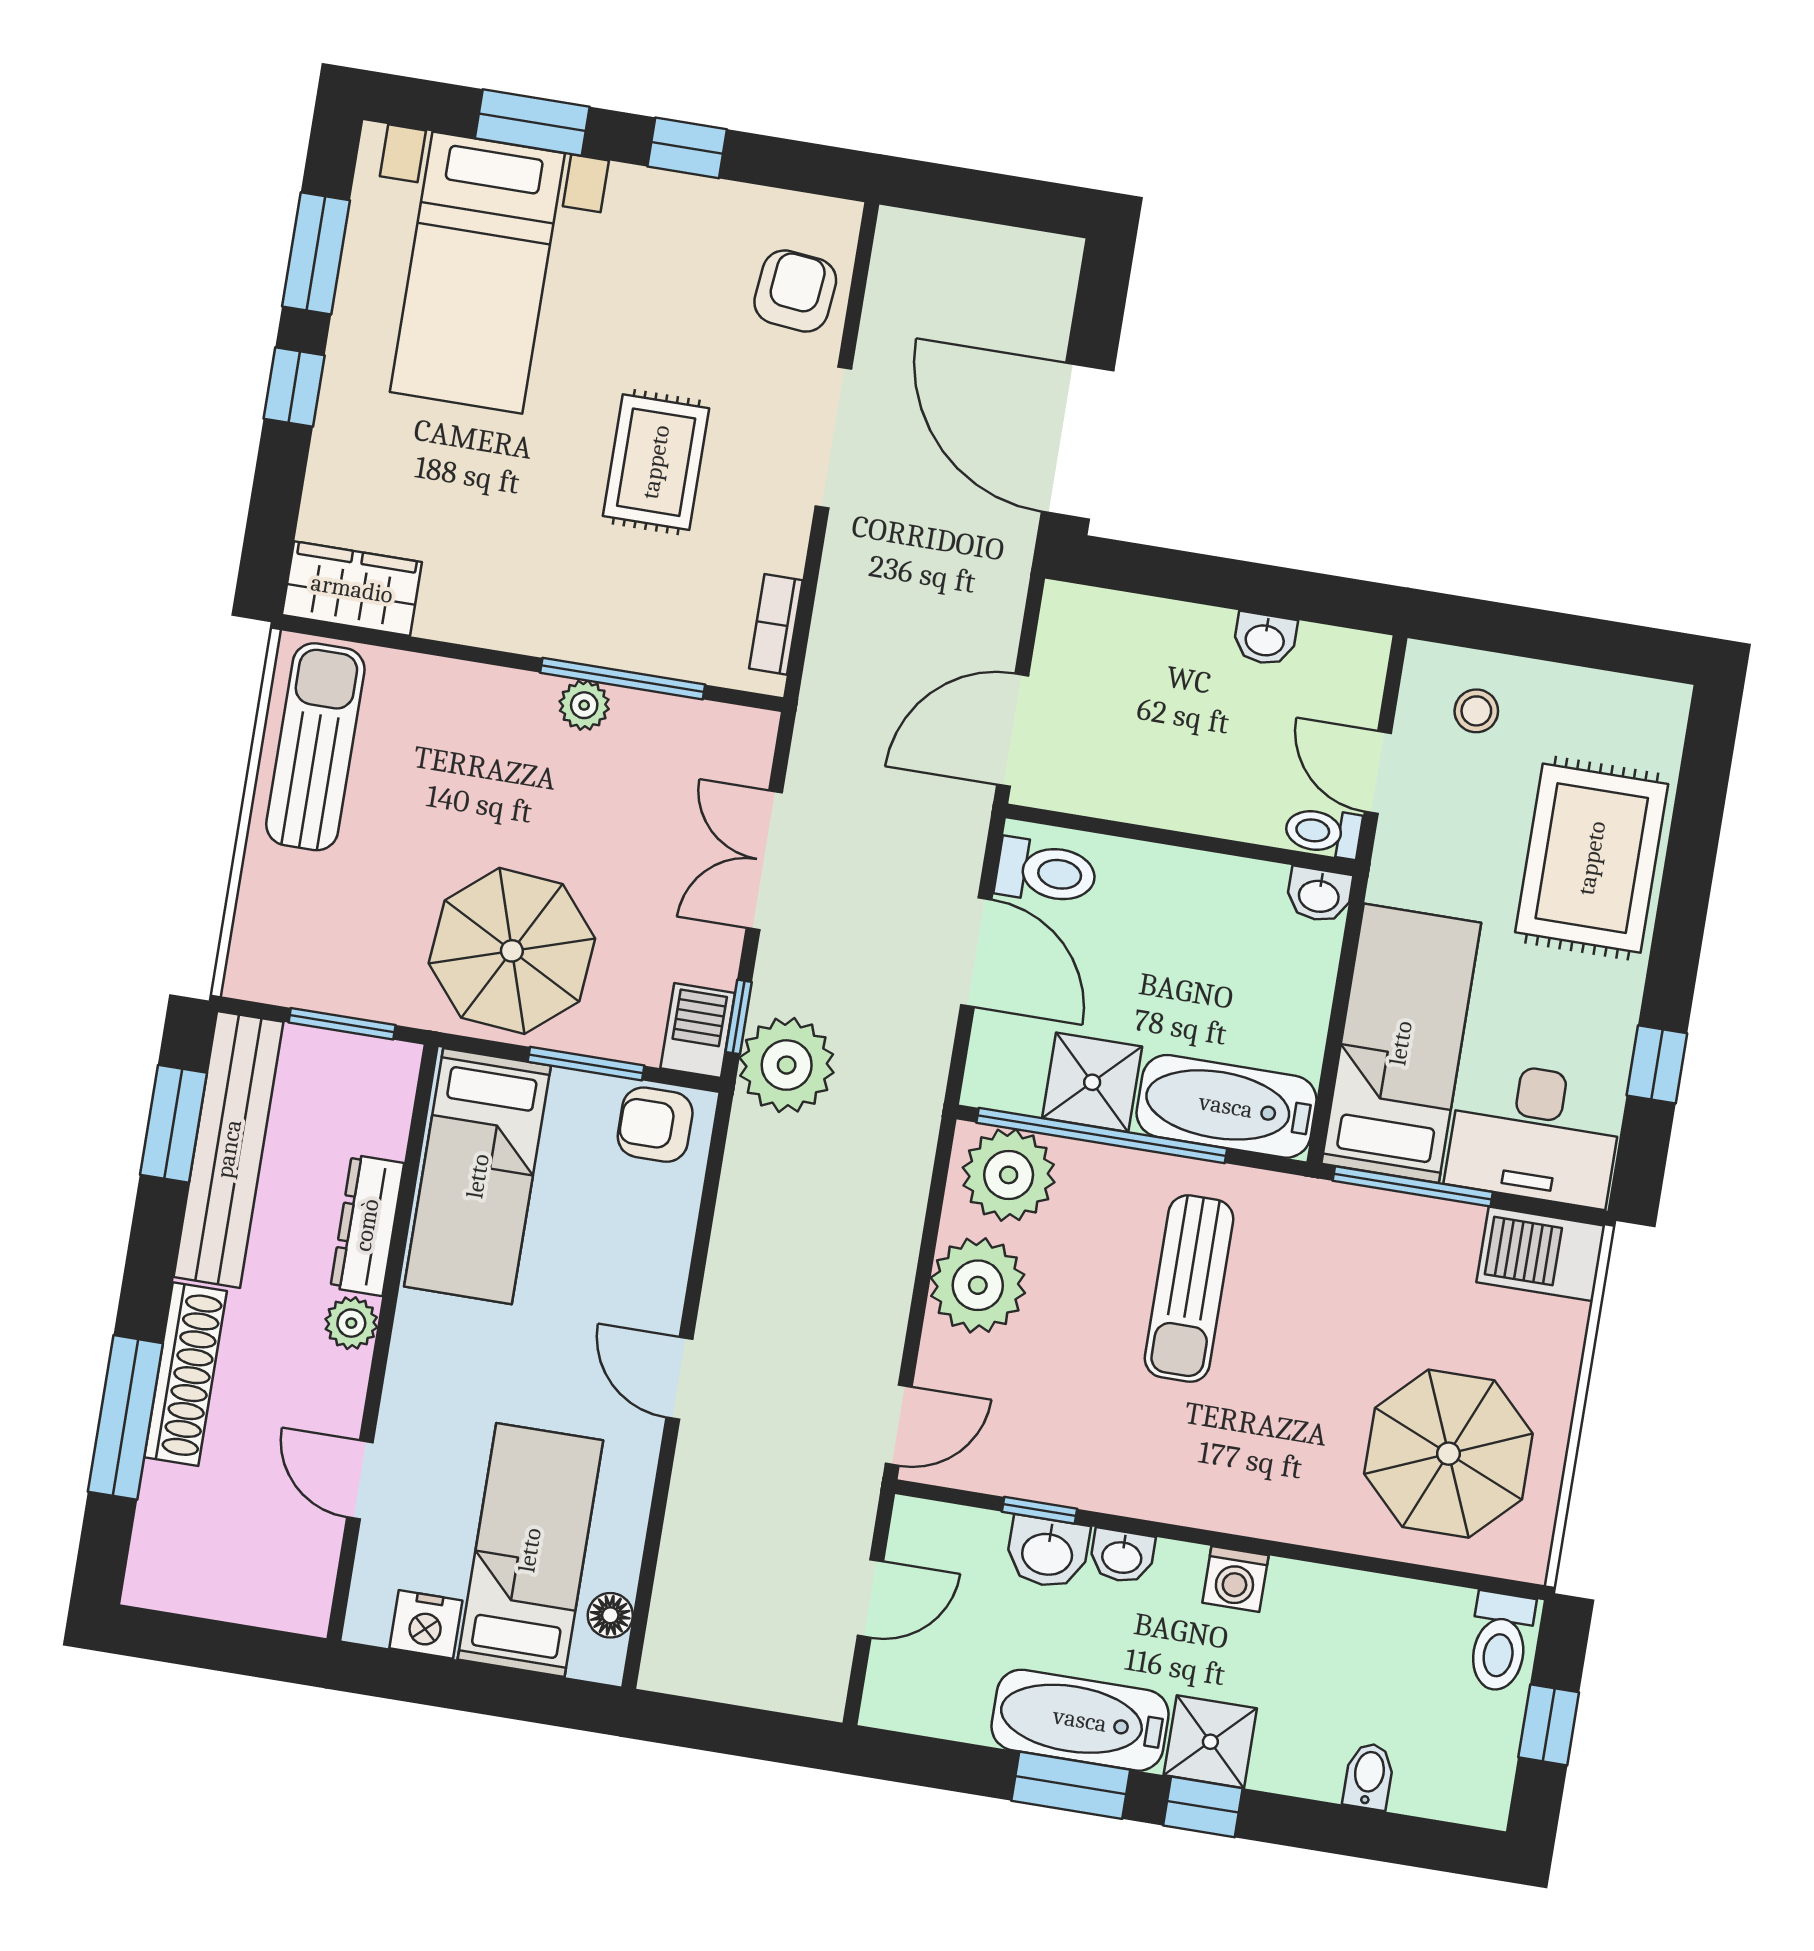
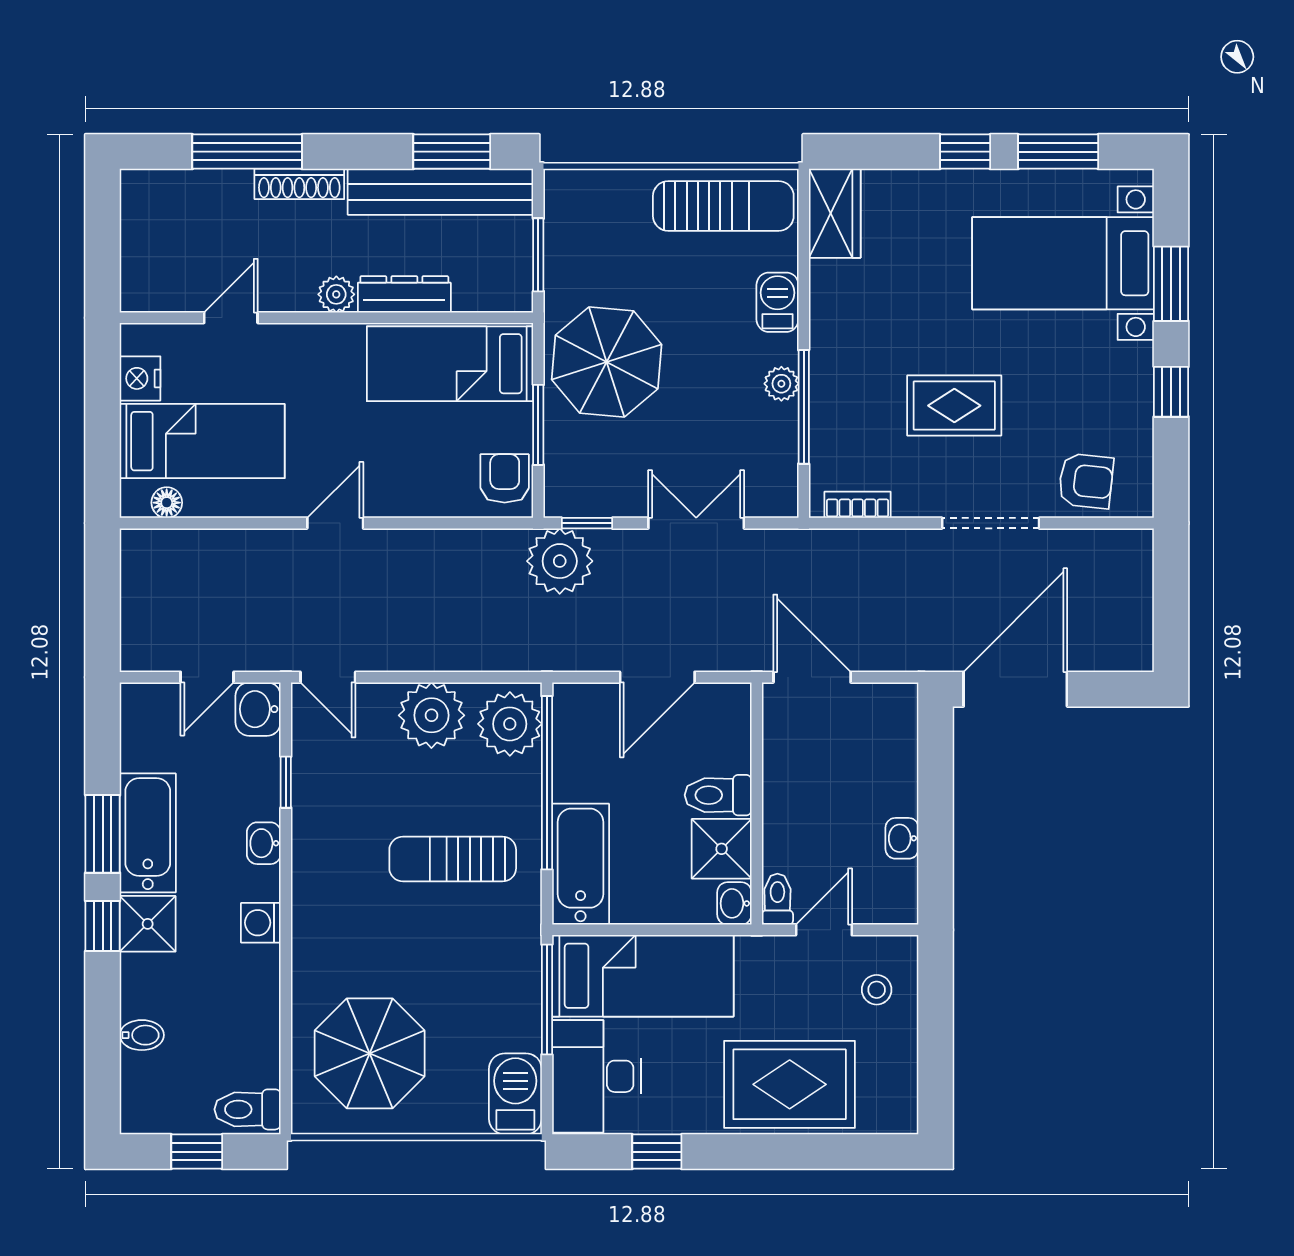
toilet: (1046, 872) -> (718, 795), moved, turned 90
barbecue: (698, 1031) -> (777, 302), moved, turned -90
shower: (1092, 1082) -> (722, 849), moved
shoe rack: (185, 1374) -> (299, 184), width x0.74, depth x0.81
washbasin: (1047, 1552) -> (258, 709), moved
door: (870, 1598) -> (207, 677), hinge flipped

